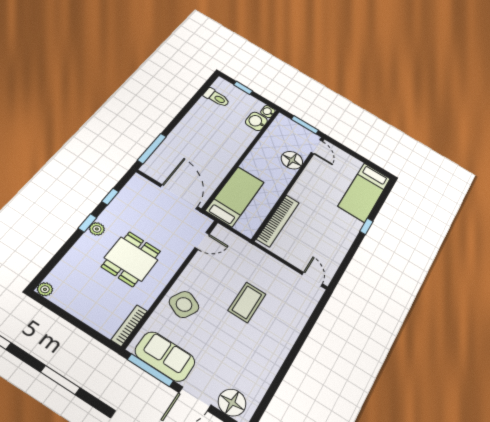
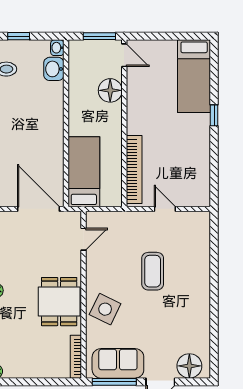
dining table: (131, 259) -> (59, 302), moved
door: (312, 279) -> (165, 209), moved

